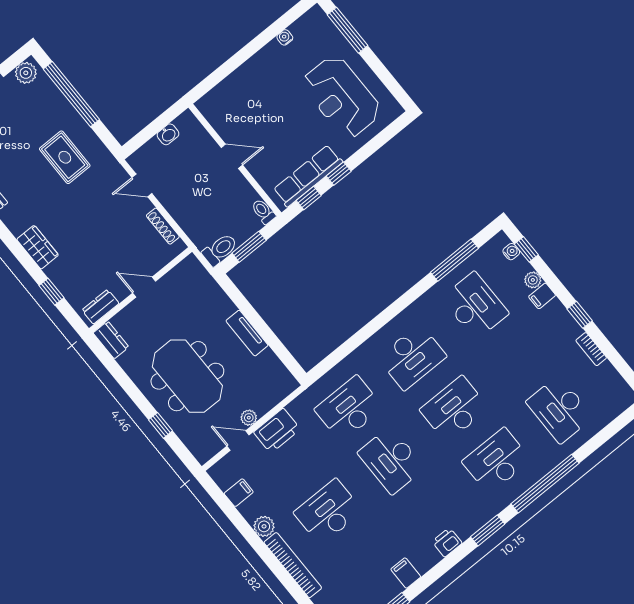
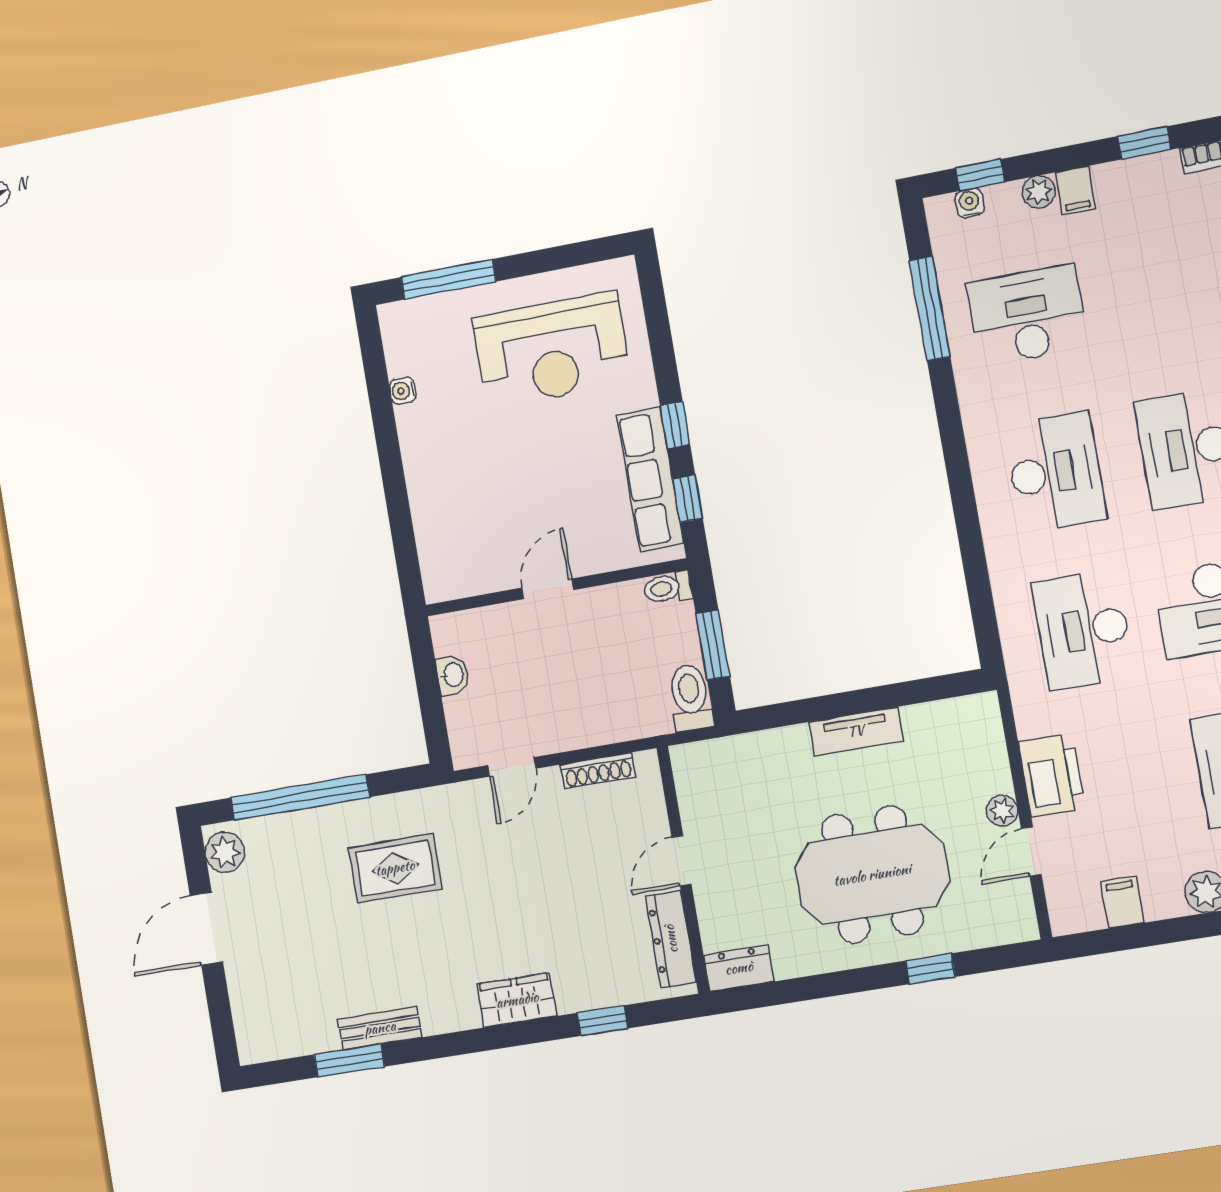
dresser: (100, 307) -> (671, 939), width x1.44

